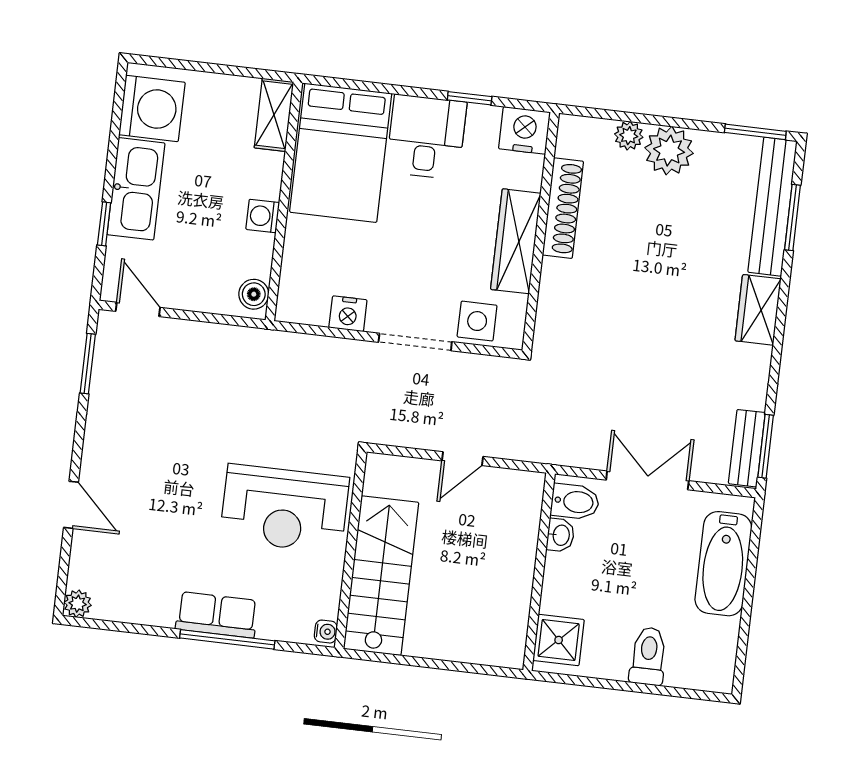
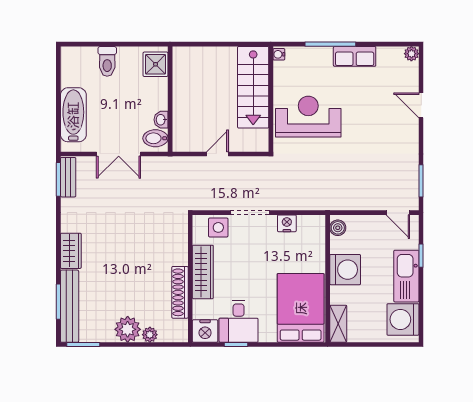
desk: (426, 137) -> (239, 321), moved
washing machine: (263, 216) -> (345, 270), width x1.89, depth x1.89
row of seats: (217, 615) -> (355, 56), moved

